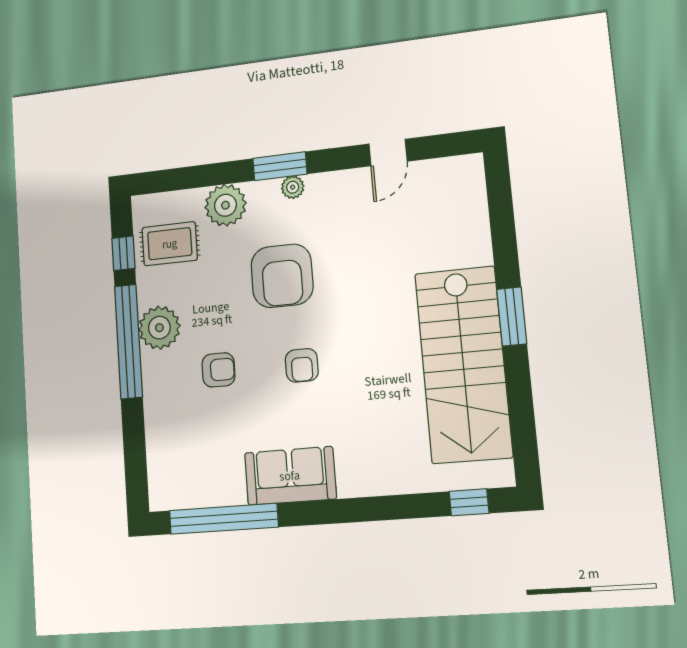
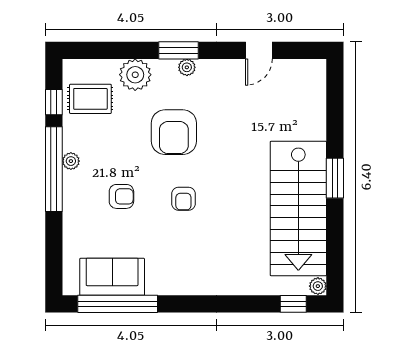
plant: (159, 328) -> (71, 161), width x0.53, depth x0.53
plant: (502, 474) -> (318, 286), added
sofa: (290, 476) -> (112, 277), moved

